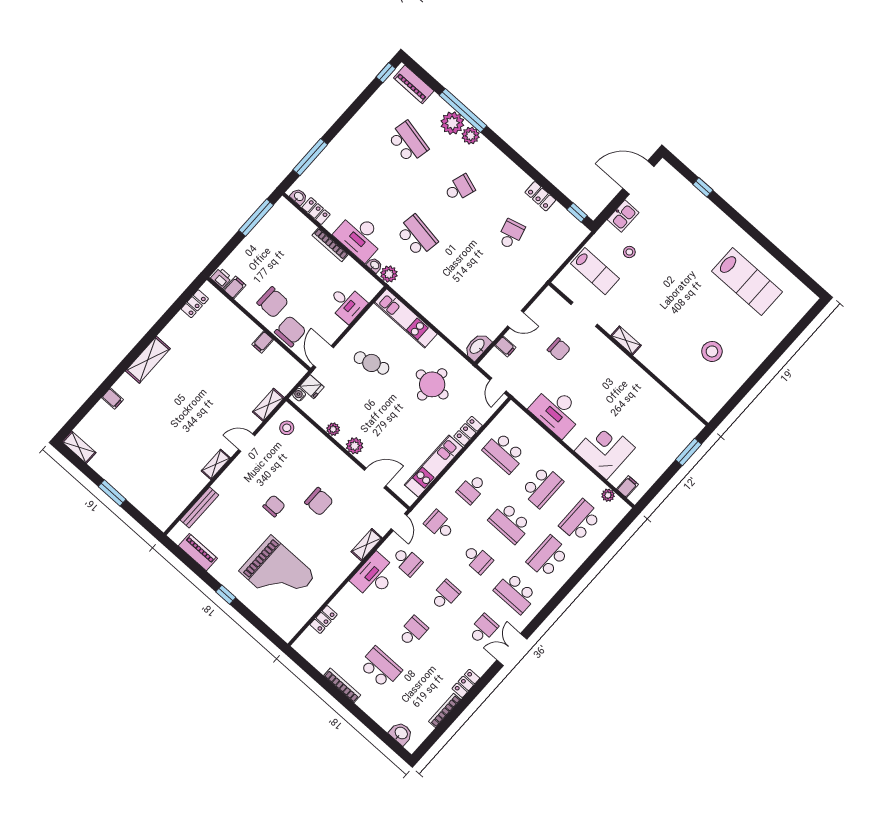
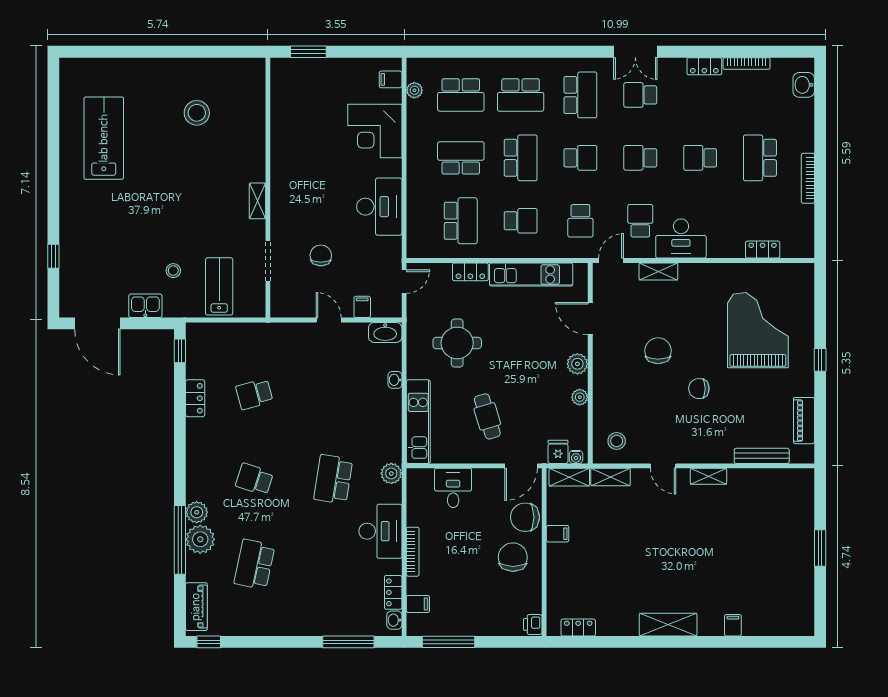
washbasin: (375, 265) -> (395, 380), moved
filing cabinet: (235, 287) -> (418, 604), moved, turned 180
shelving: (79, 447) -> (569, 477), moved, turned 90
school desk: (477, 559) -> (580, 158), turned 90

